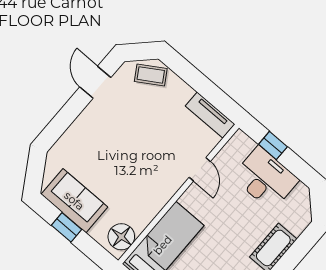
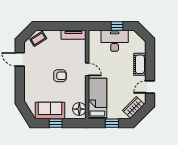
window: (273, 146) -> (117, 26), moved
armchair: (135, 160) -> (60, 76), added
door: (200, 169) -> (87, 69), moved

